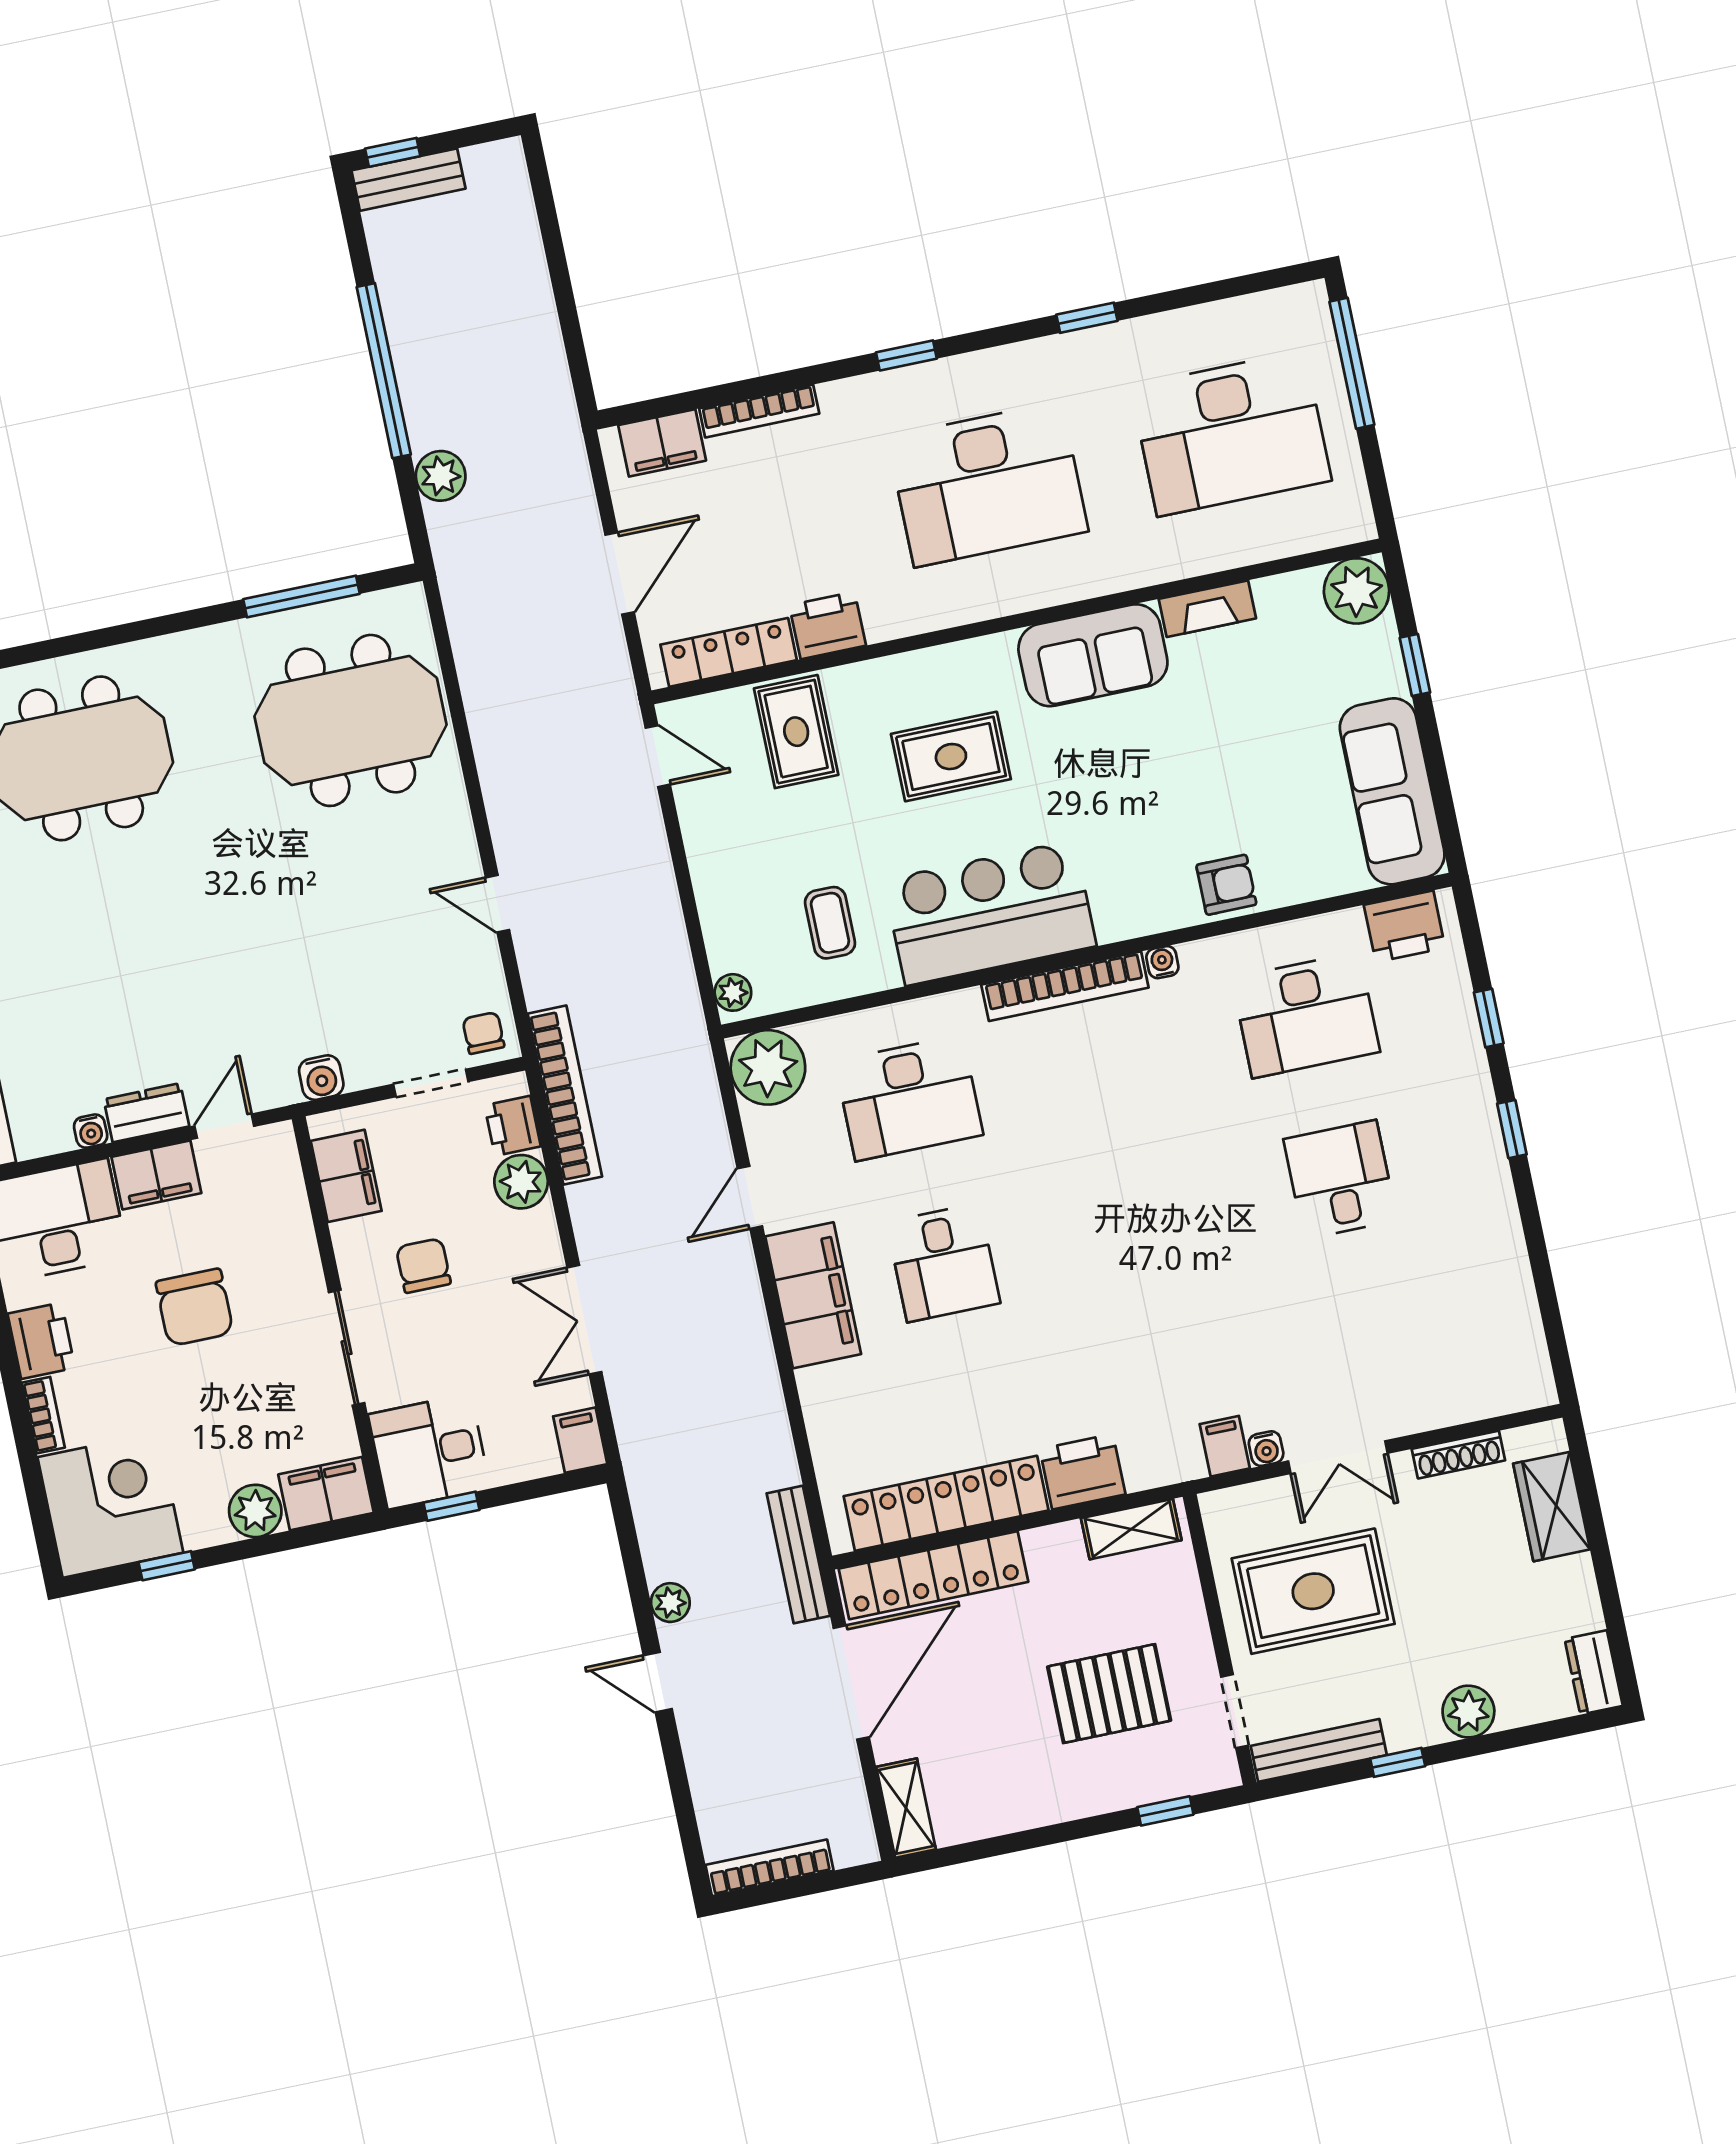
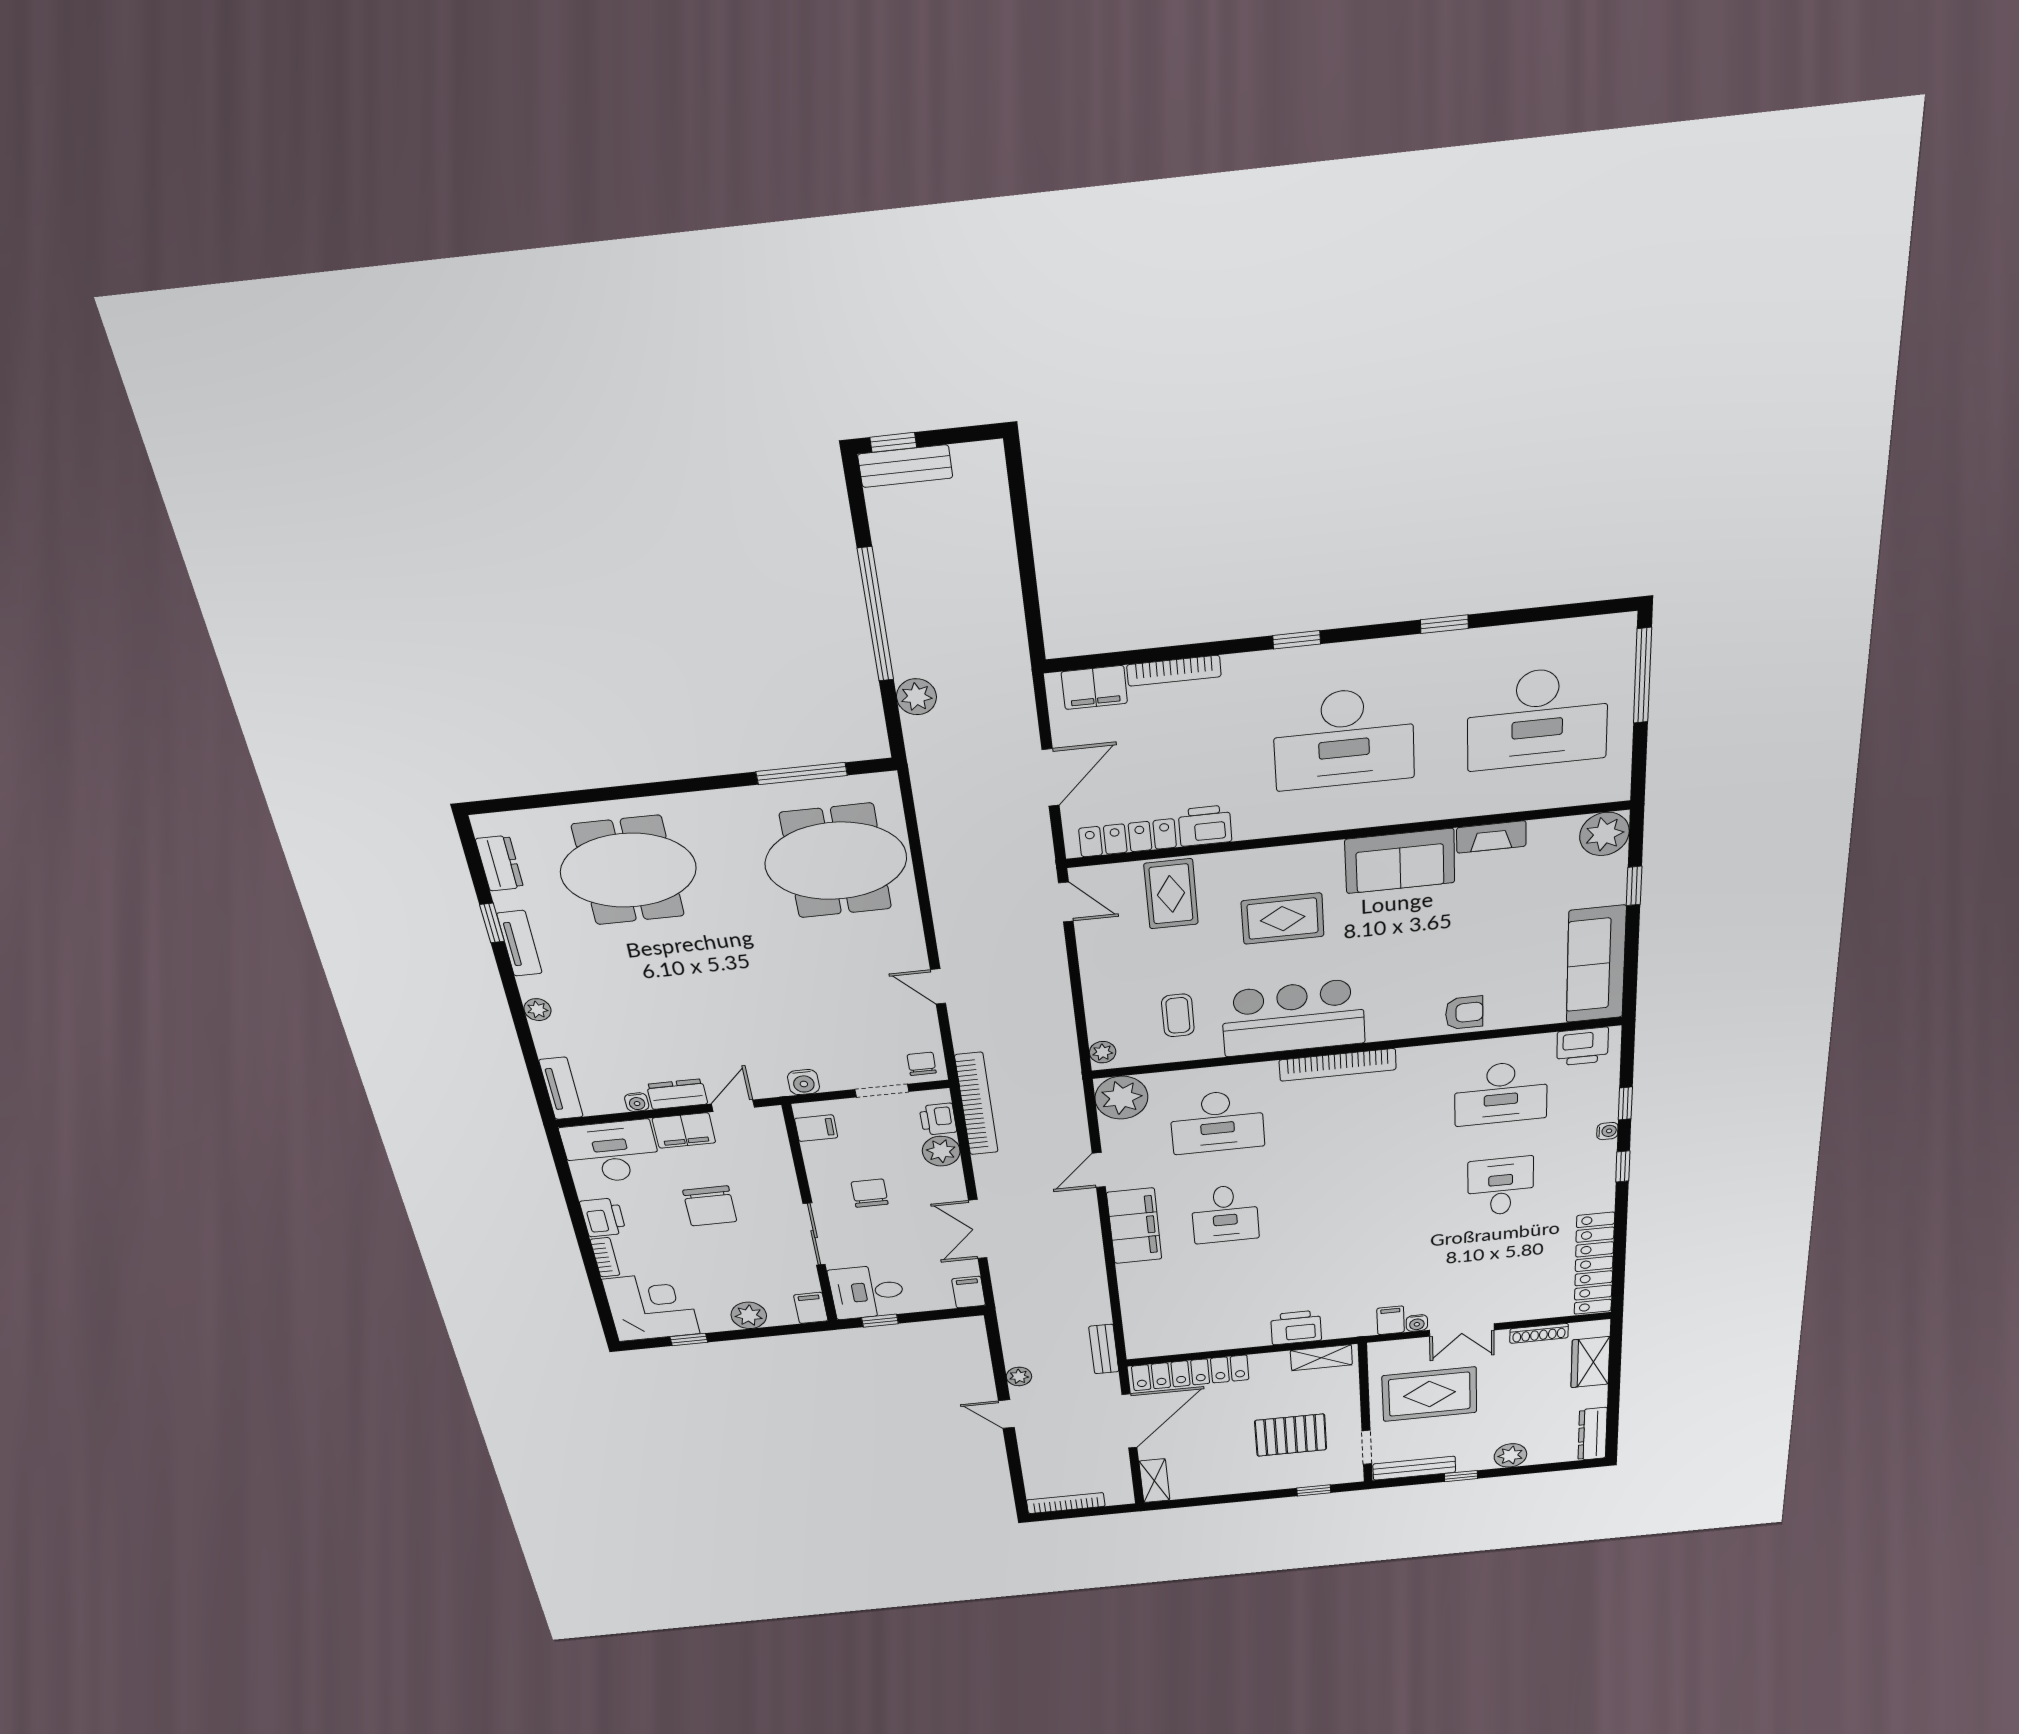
water cooler: (1162, 962) -> (1607, 1131), moved, turned 90
filing cabinet: (346, 1176) -> (816, 1128), width x0.50
filing cabinet: (326, 1494) -> (811, 1308), width x0.50
locker: (946, 1503) -> (1594, 1264), moved, turned -90
bench: (798, 1555) -> (1104, 1349), width x0.73
dresser: (1594, 1672) -> (1593, 1434), width x1.44

